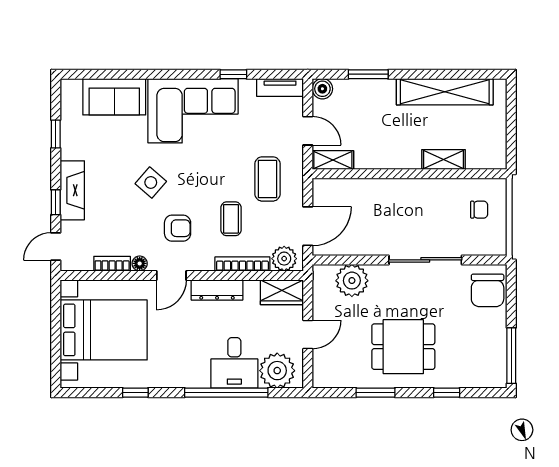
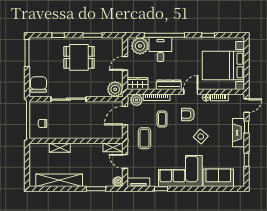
plant: (352, 281) -> (115, 89), moved

